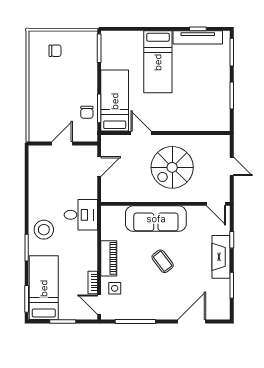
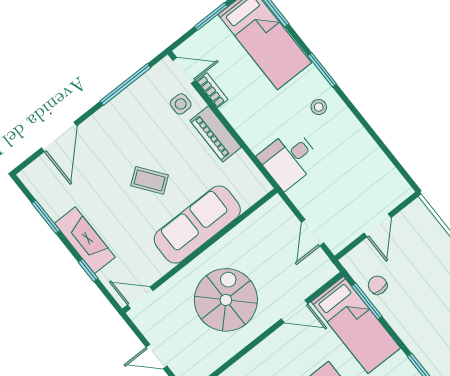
stool: (44, 230) -> (319, 107), width x0.53, depth x0.53

